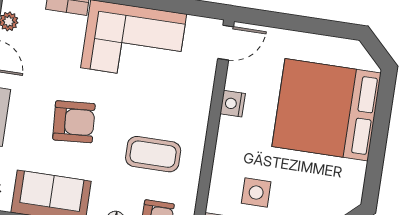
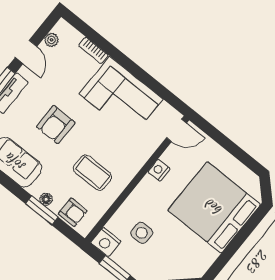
armchair: (74, 122) -> (56, 125), turned 94

